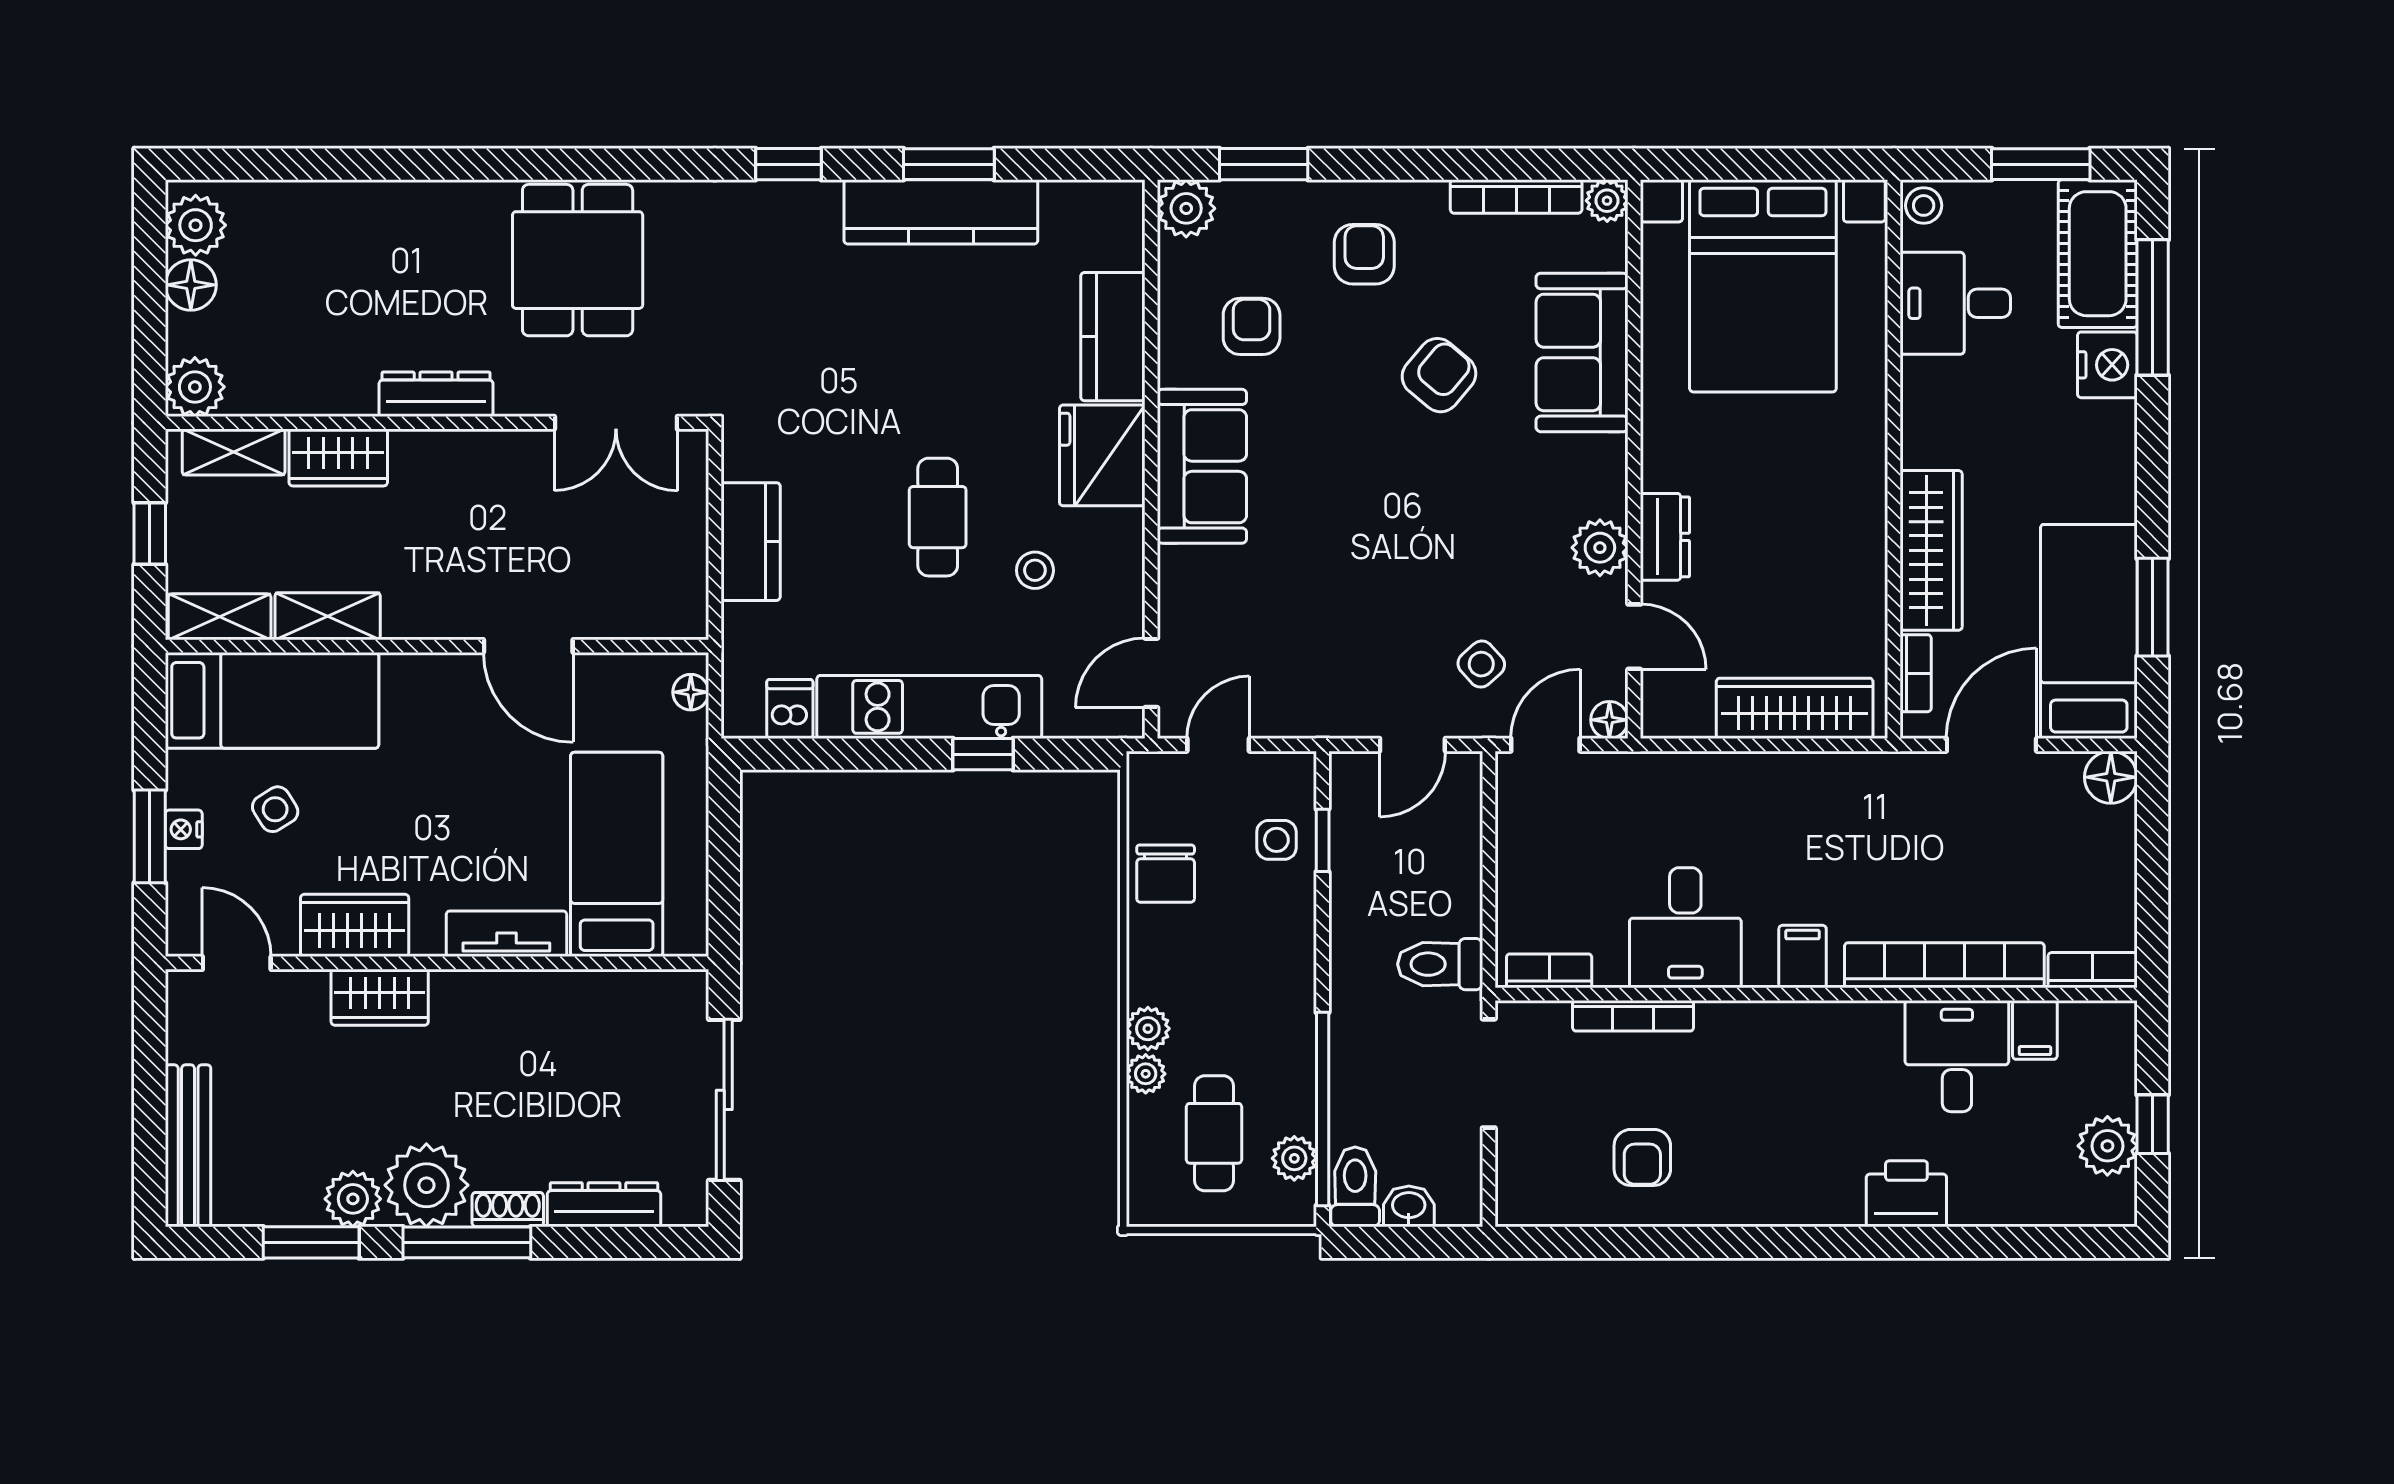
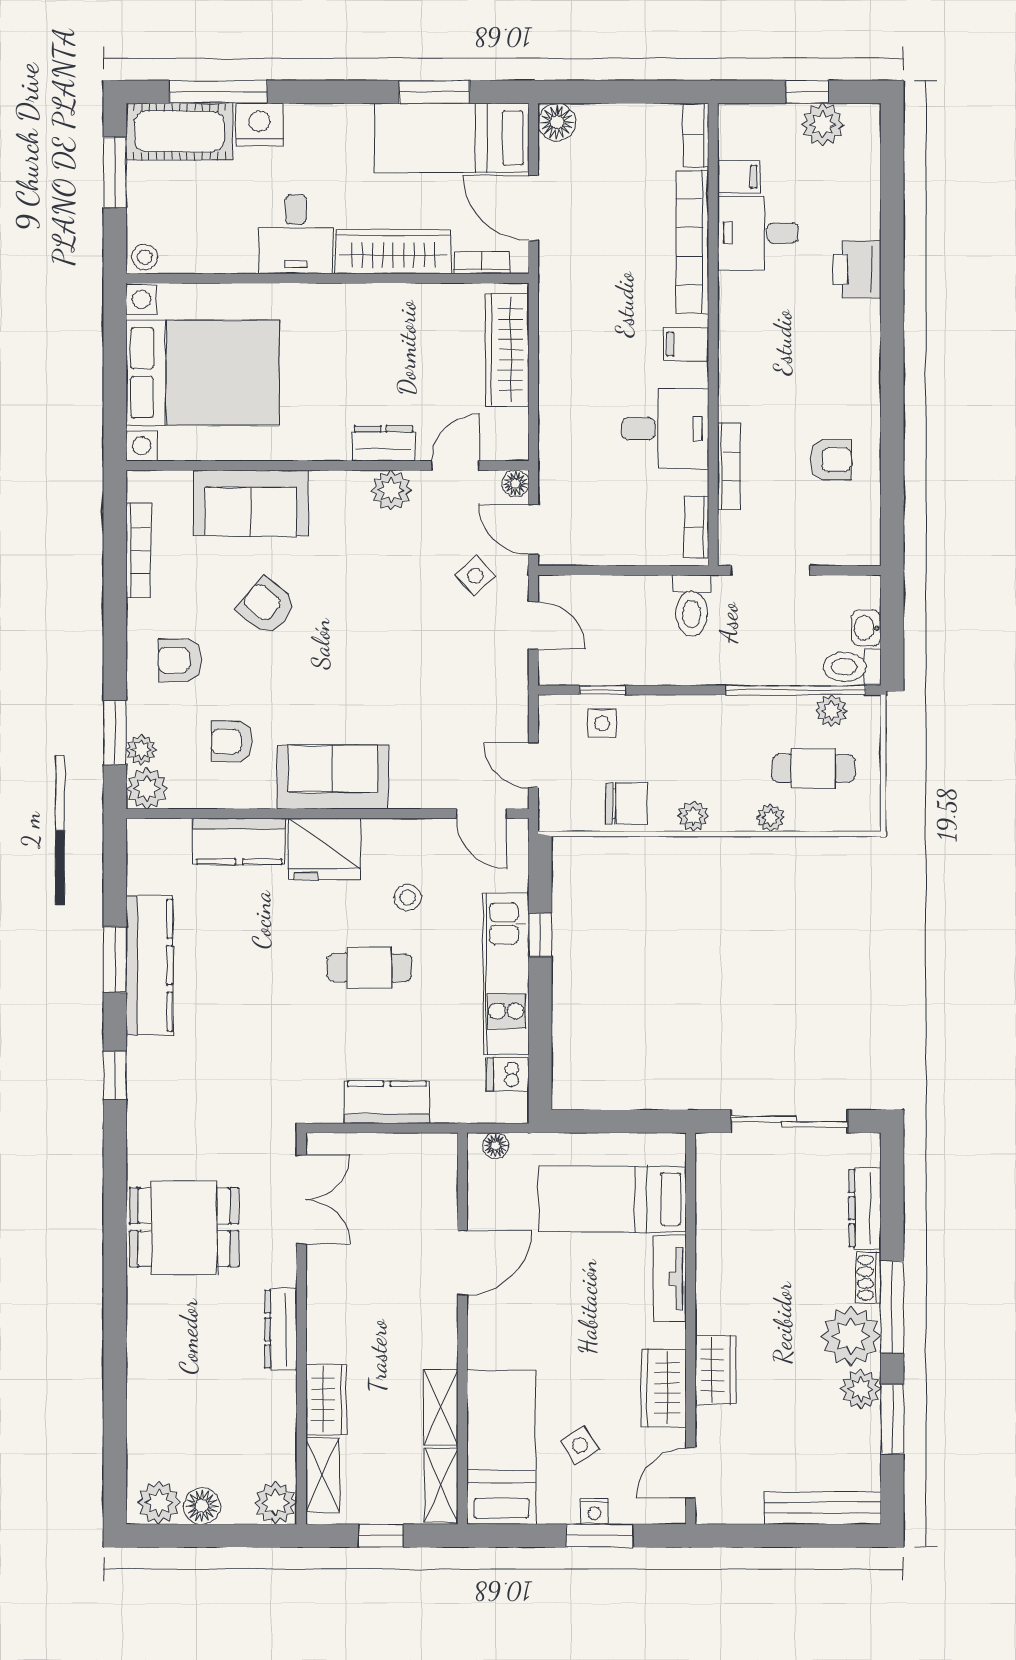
plant: (1607, 201) -> (141, 750), moved
desk: (1955, 303) -> (296, 234), moved
plant: (1148, 1029) -> (693, 816), moved

